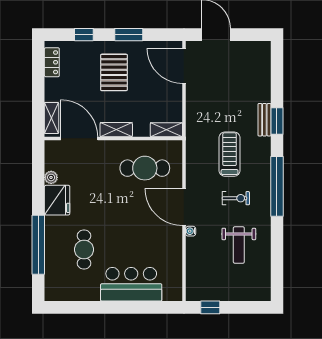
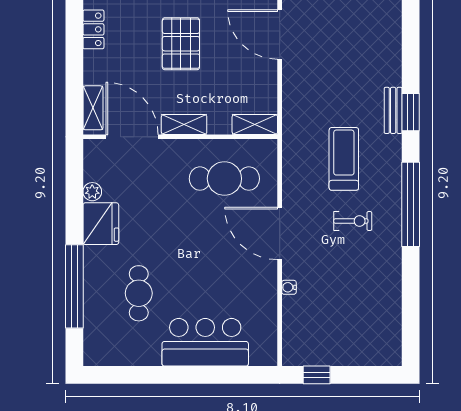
water cooler: (191, 231) -> (289, 287), moved
weight bench: (239, 245) -> (357, 287), removed

